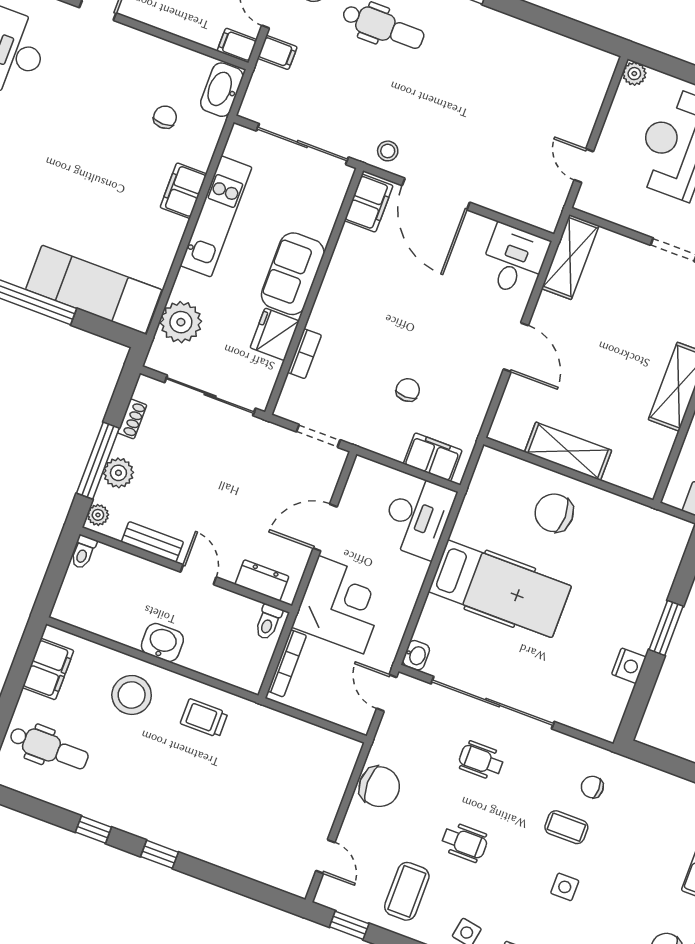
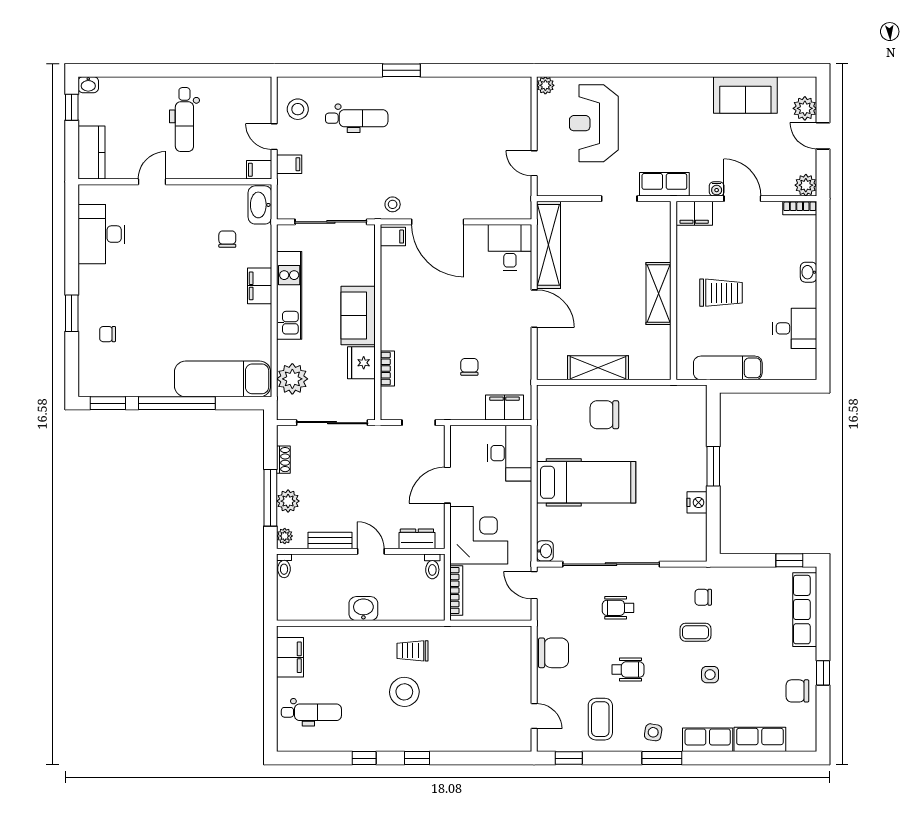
filing cabinet: (369, 203) -> (393, 237), width x0.50
shelving: (570, 257) -> (548, 245), width x1.47
stool: (132, 695) -> (404, 692), moved

